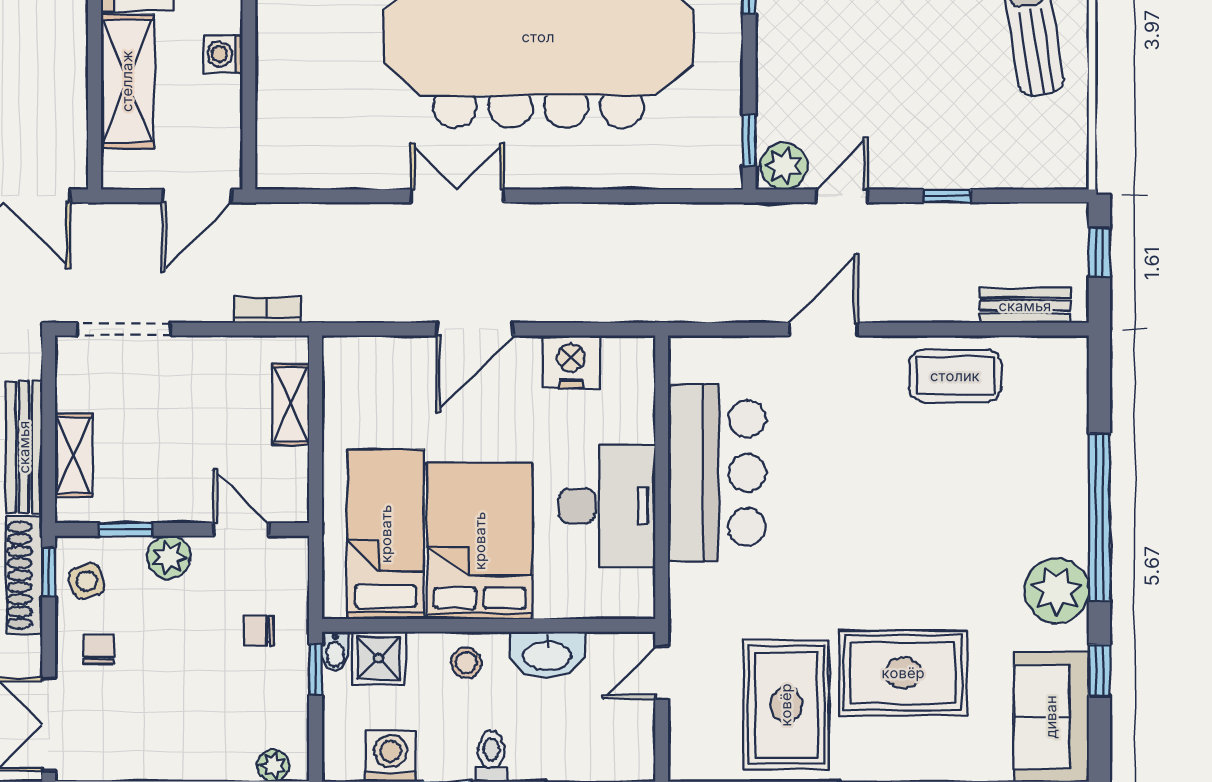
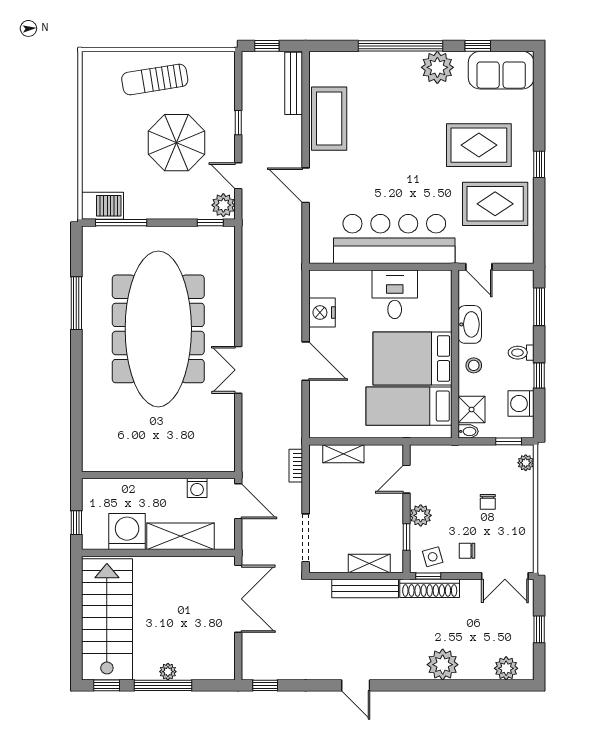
washing machine: (223, 54) -> (197, 488), moved
parasol: (908, 73) -> (177, 143), added
bench: (1025, 306) -> (294, 83), width x1.36
coffee table: (955, 376) -> (329, 119), width x1.36, depth x1.32
bar counter: (717, 473) -> (394, 239), width x1.36
desk: (607, 506) -> (395, 294), width x0.73
chair: (259, 631) -> (488, 502), moved
window: (315, 669) -> (509, 441), moved
rug: (903, 673) -> (479, 145), turned 90

